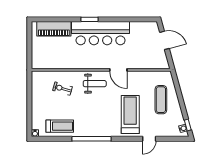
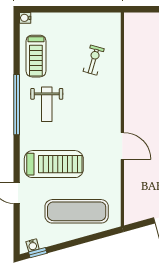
door: (118, 70) -> (122, 146), swing flipped
weight bench: (95, 84) -> (47, 104), moved
exercise mat: (161, 100) -> (77, 211), width x1.36, depth x1.45

